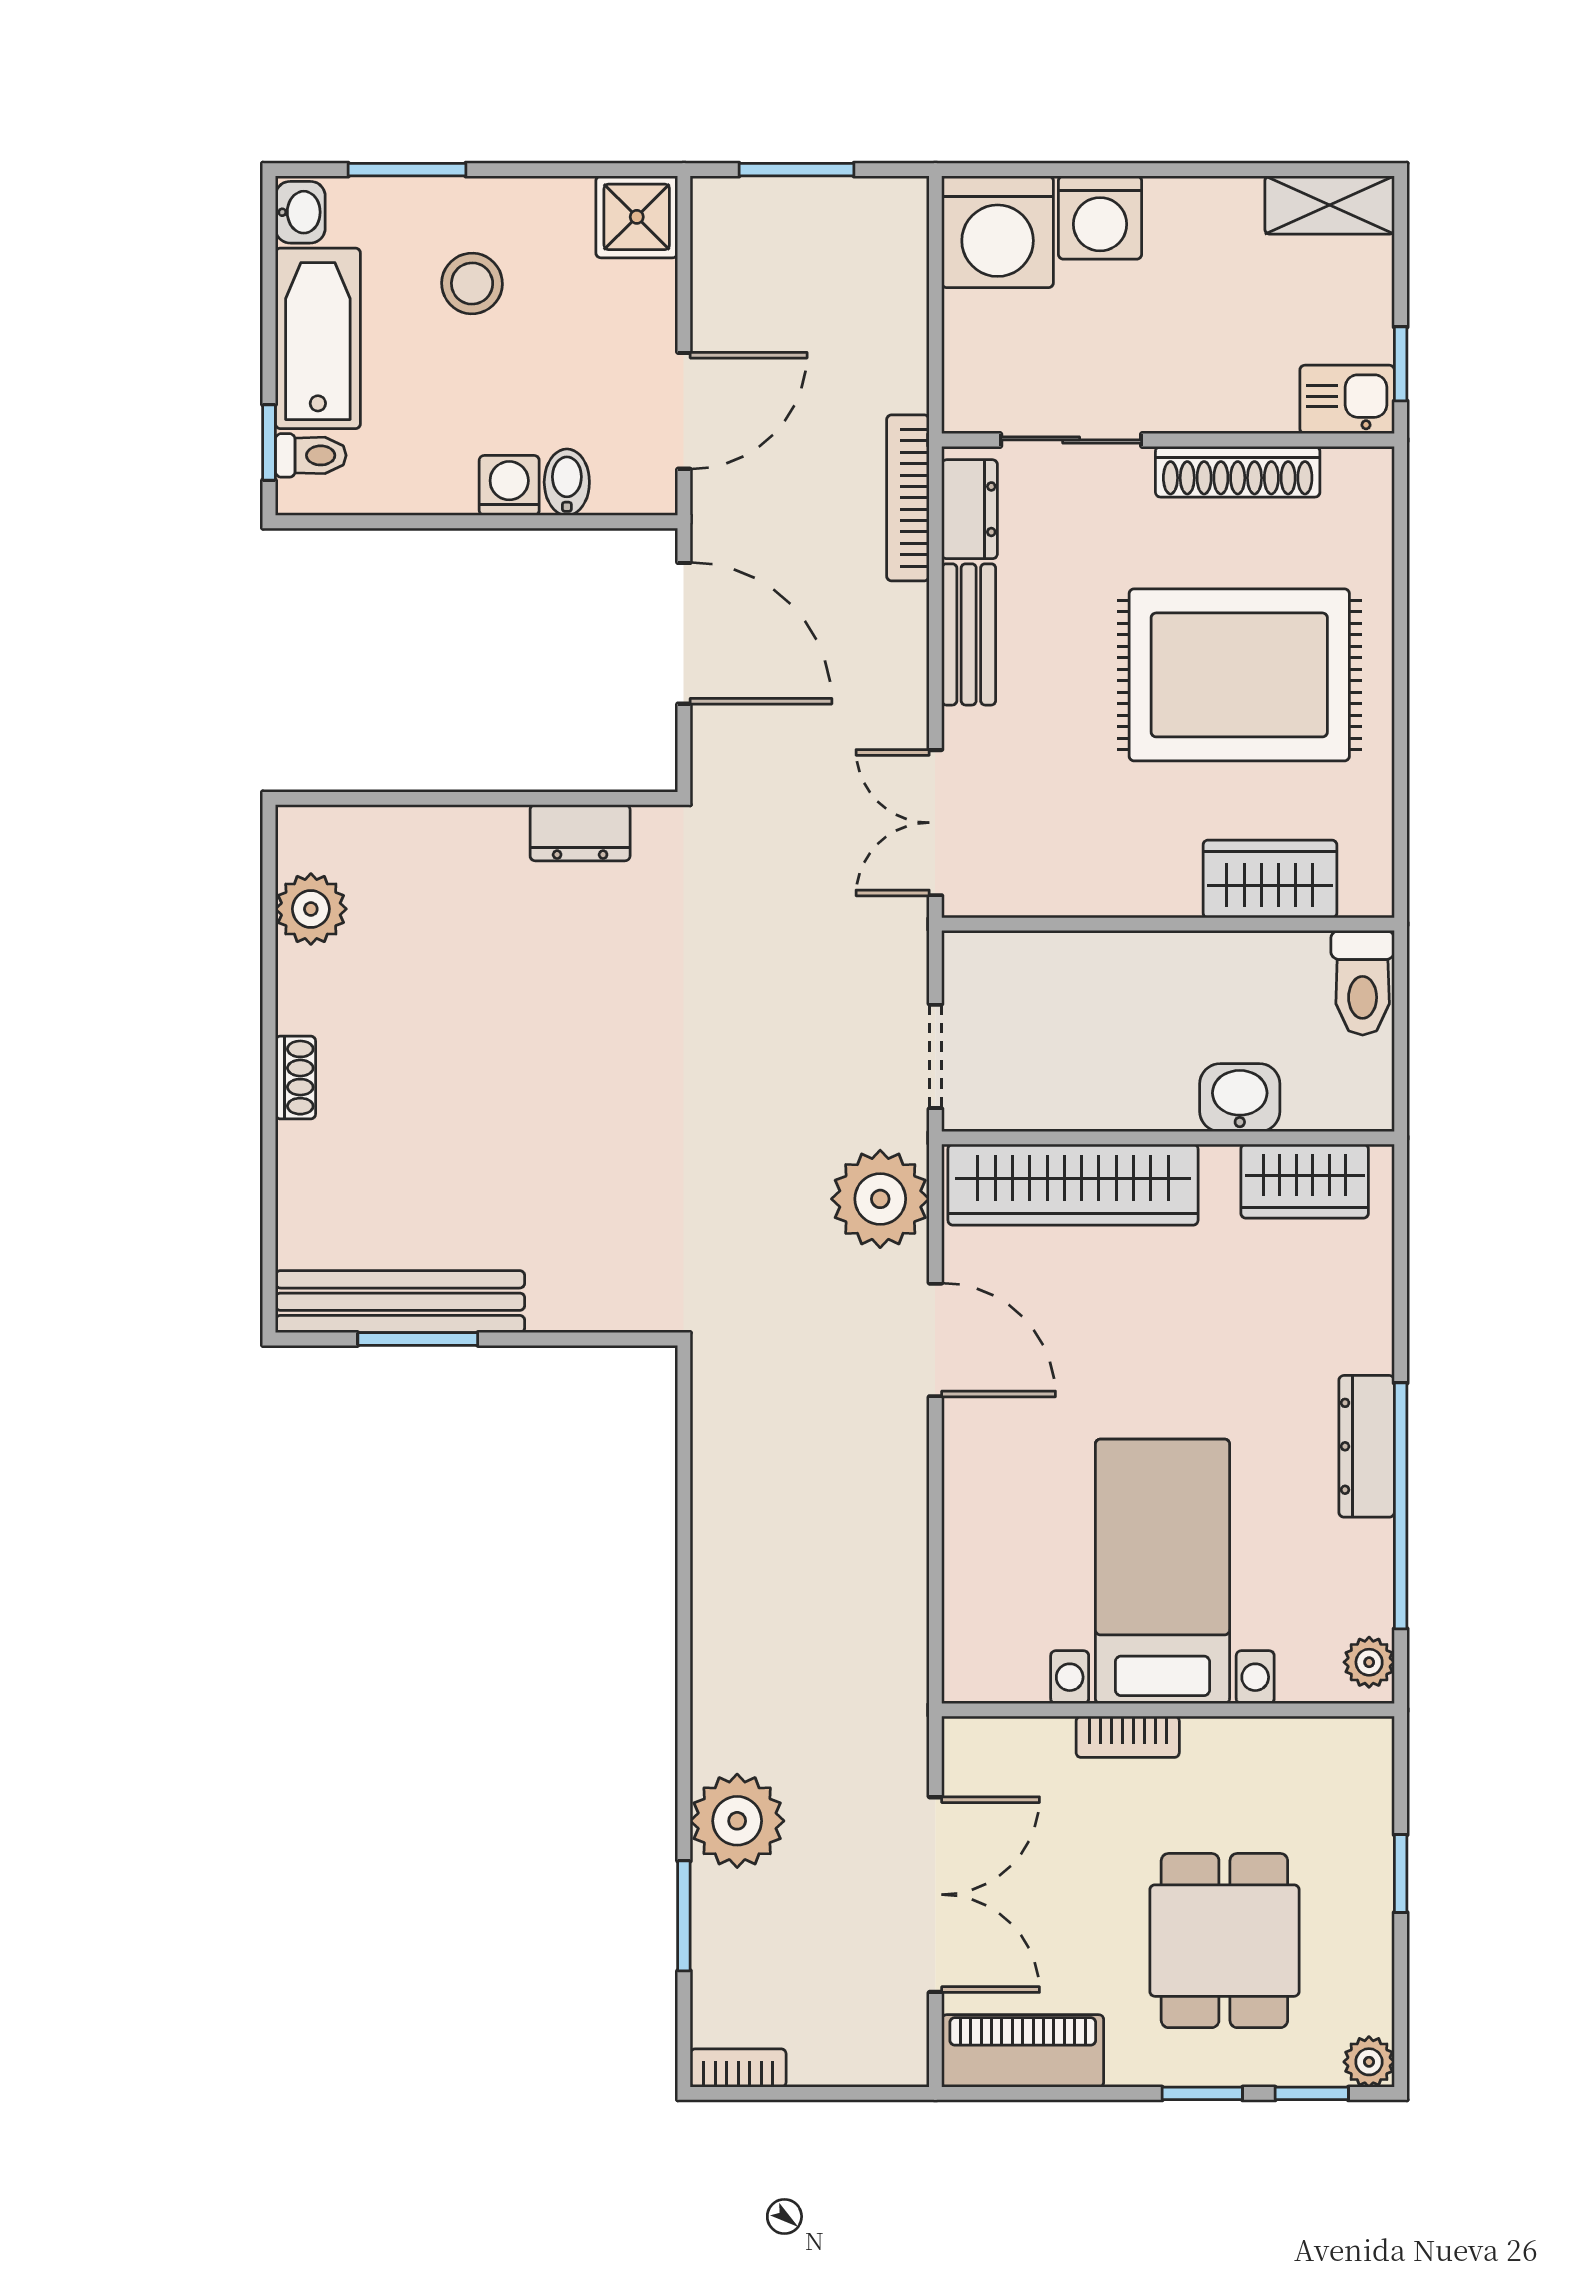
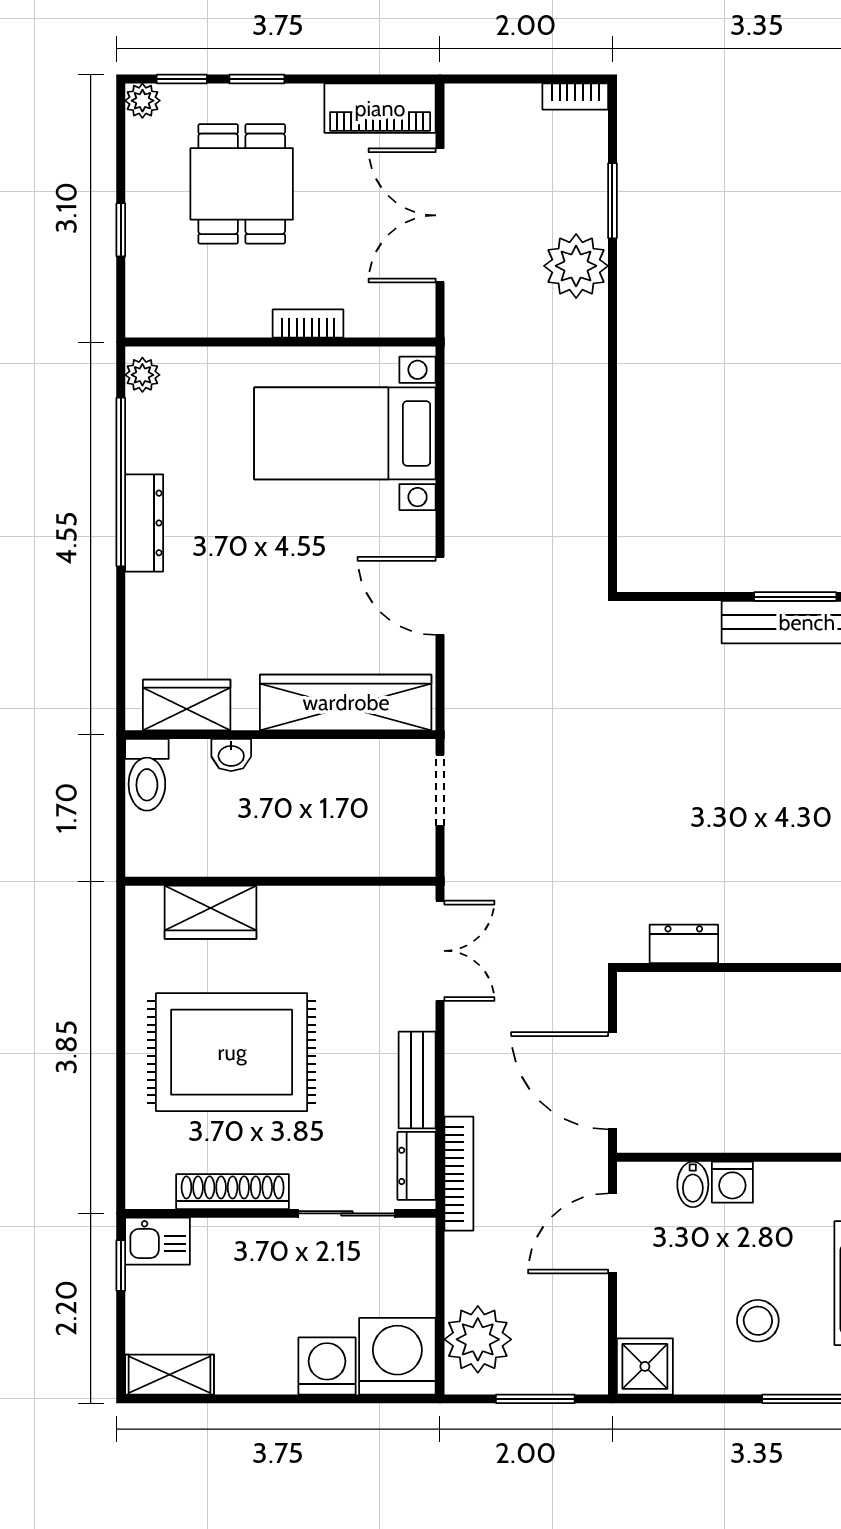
toilet: (1363, 983) -> (147, 775), moved, turned 180
washbasin: (1240, 1098) -> (231, 755), width x0.72, depth x0.69
plant: (880, 1199) -> (478, 1339), moved
bed with nightstands: (1162, 1571) -> (345, 433), moved, turned 90

